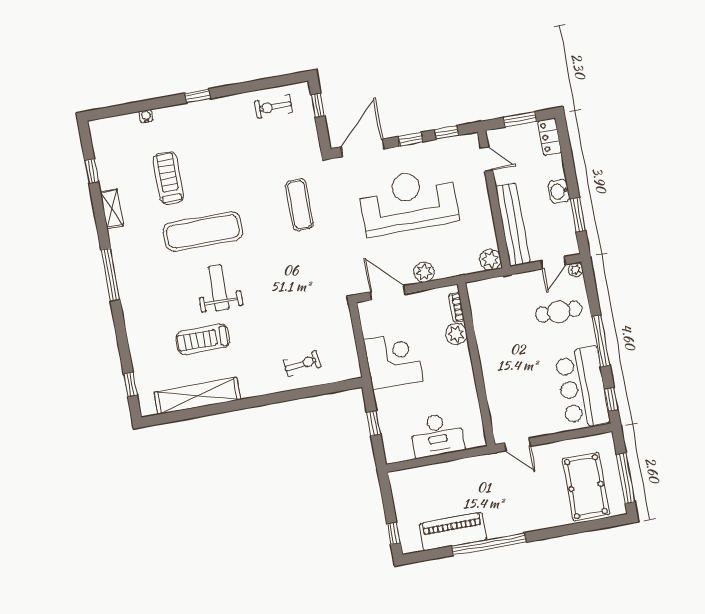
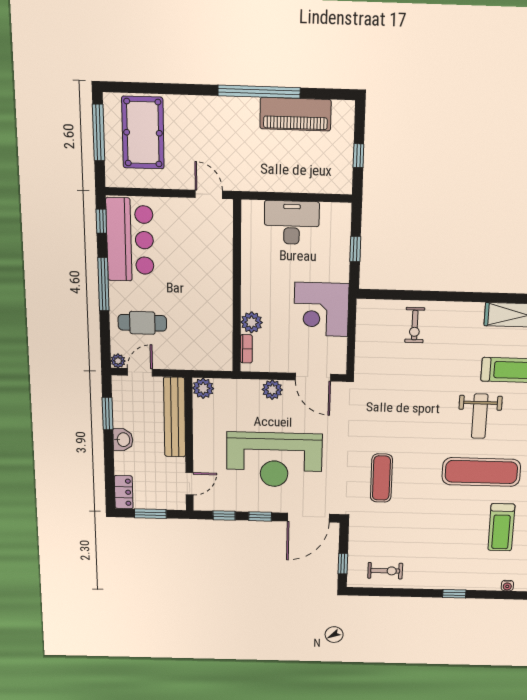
door: (487, 159) -> (189, 484), swing flipped
exercise bike: (302, 364) -> (415, 325), turned -83
window: (394, 533) -> (358, 156), moved

